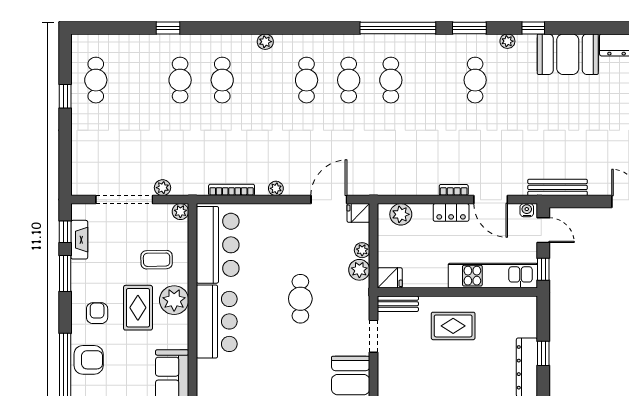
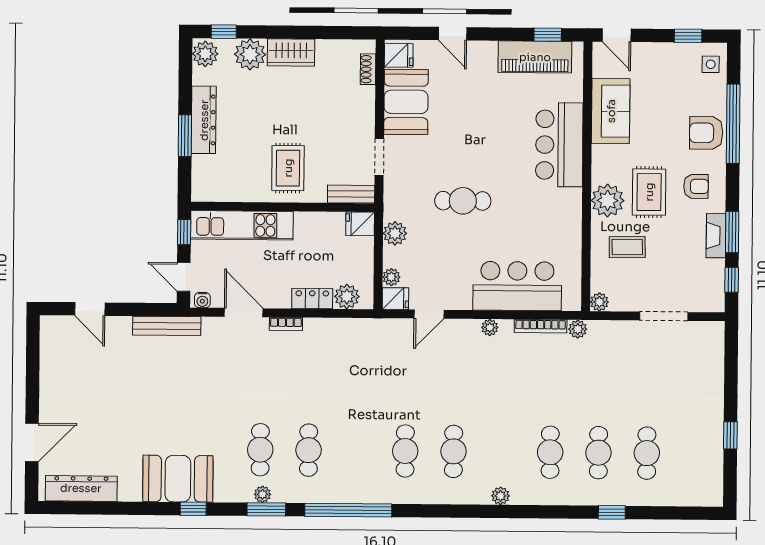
plant: (507, 41) -> (262, 494), moved
booth: (568, 54) -> (178, 479), moved
cafe table: (96, 80) -> (647, 453), moved
cafe table: (391, 80) -> (309, 450), moved
plant: (163, 188) -> (578, 329), moved
doorway: (124, 200) -> (664, 316), width x0.73
door: (329, 200) -> (429, 314), width x0.73
locker: (451, 212) -> (312, 298), moved
fireplace: (79, 240) -> (716, 236), moved
bar counter: (218, 245) -> (517, 286), moved, turned 90
plant: (362, 250) -> (391, 277), moved
cafe table: (300, 299) -> (463, 201), turned 90
armchair: (97, 313) -> (696, 186), turned -90
bar counter: (217, 321) -> (559, 145), moved
rug: (453, 326) -> (288, 168), turned 90
window: (543, 353) -> (185, 136), width x1.50

